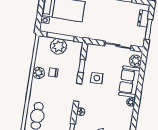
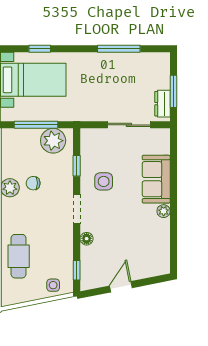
dresser: (143, 18) -> (162, 104), moved
plant: (58, 46) -> (53, 141), moved
plant: (135, 61) -> (161, 144), removed

